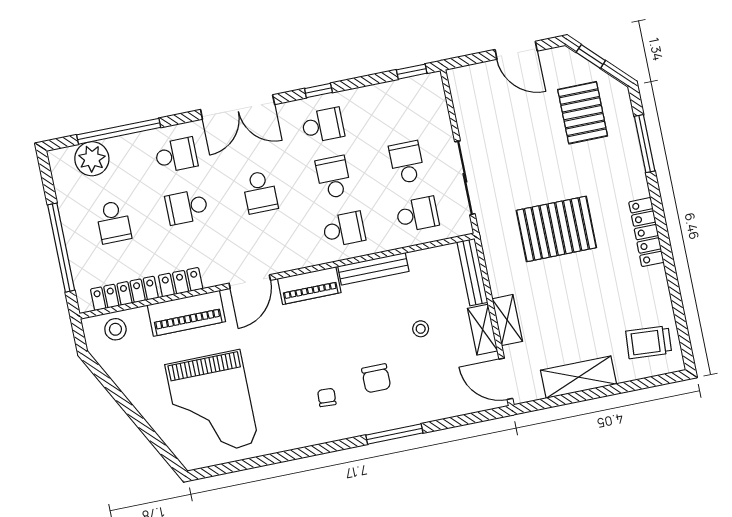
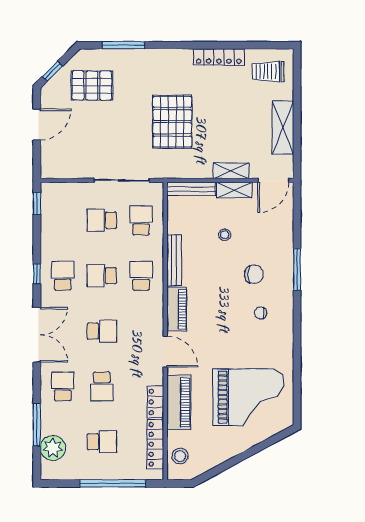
window: (119, 131) -> (37, 425), width x0.68
locker: (646, 232) -> (219, 57), moved
trolley: (649, 342) -> (268, 72), turned 86

